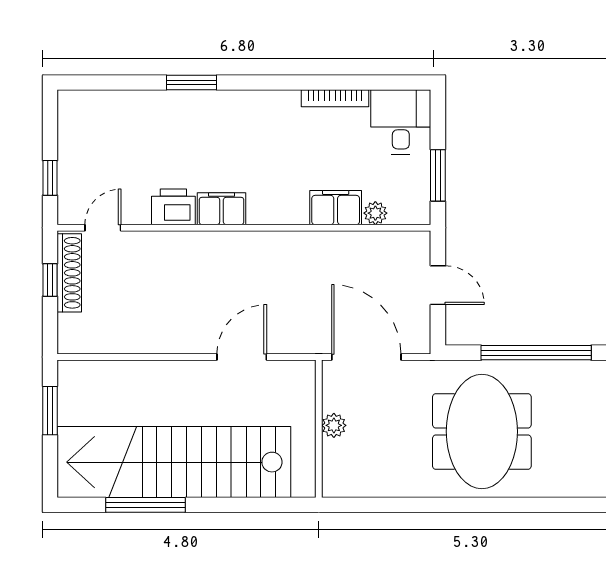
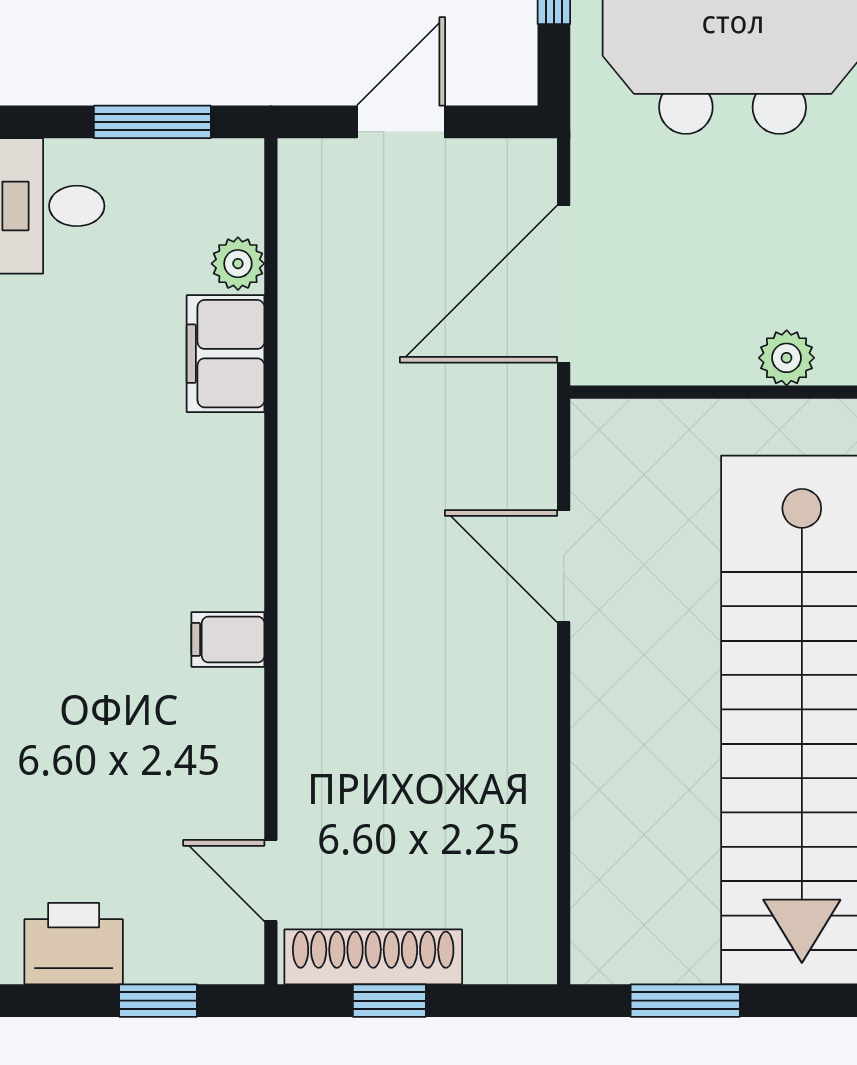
printer: (173, 207) -> (74, 944), moved, turned 90
filing cabinet: (222, 209) -> (228, 639), width x0.50
plant: (334, 425) -> (787, 358), moved

